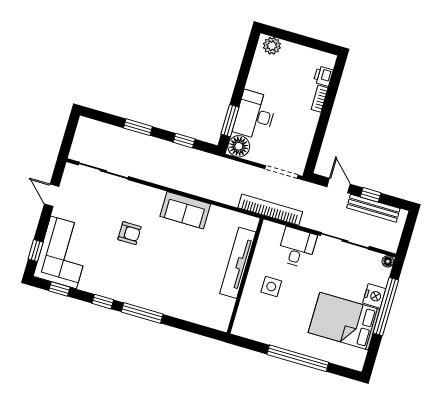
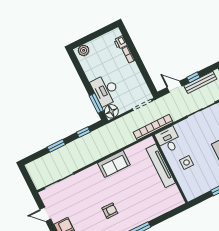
armchair: (129, 233) -> (110, 211), moved
desk: (297, 247) -> (168, 140), moved

